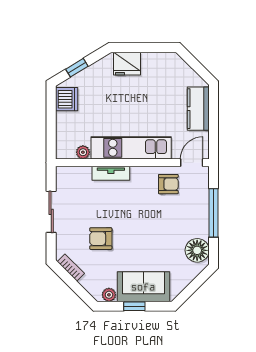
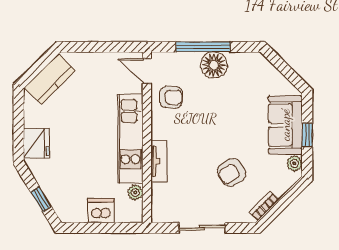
dishwasher: (67, 99) -> (101, 211), moved
kitchen counter: (198, 109) -> (50, 79), moved, turned -45
armchair: (168, 184) -> (171, 97), turned 92
armchair: (101, 239) -> (232, 173), turned 57
floor lamp: (197, 250) -> (214, 65), moved

